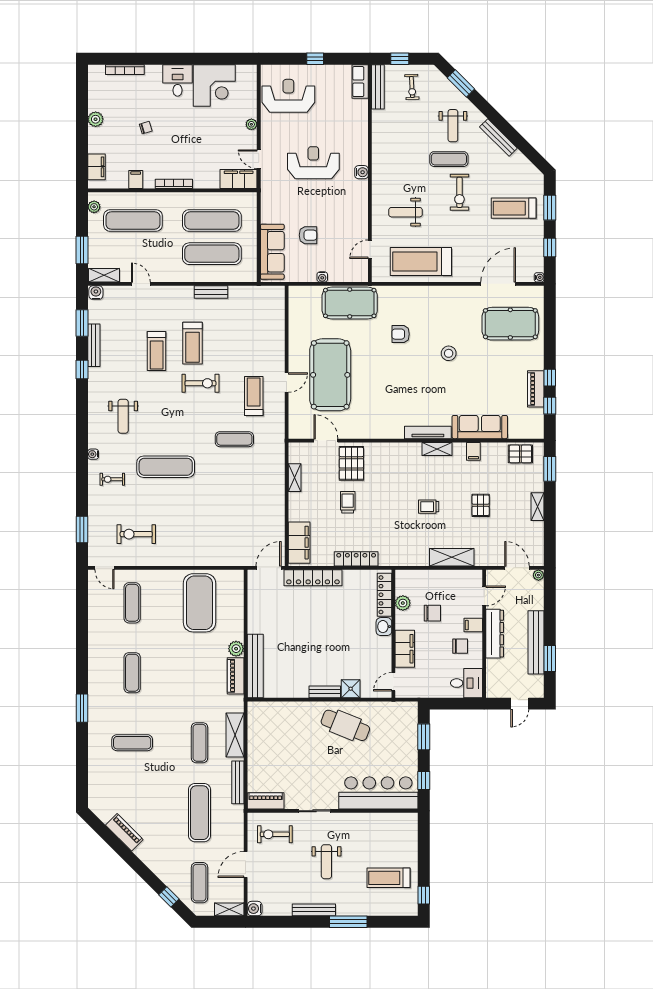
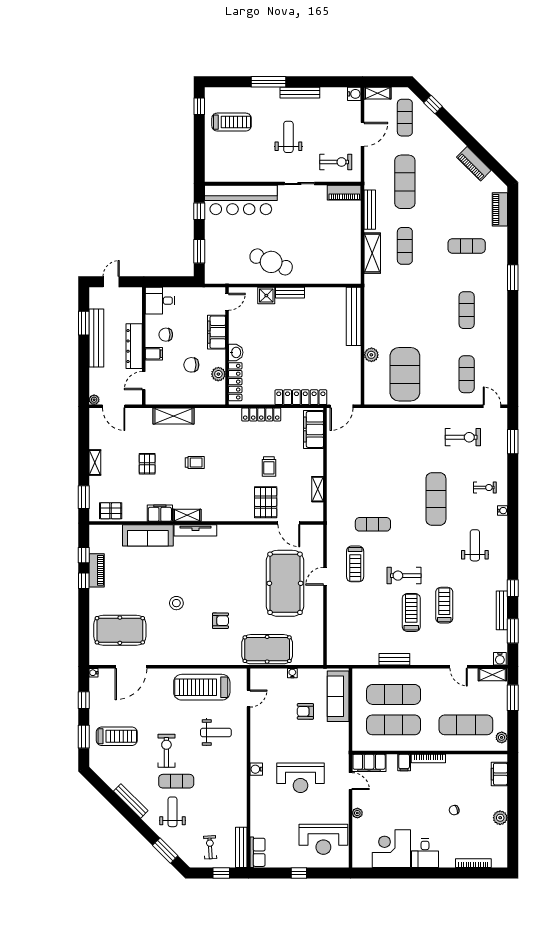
filing cabinet: (136, 179) -> (404, 763), moved
treadmill: (421, 262) -> (202, 687), turned 180
filing cabinet: (473, 451) -> (160, 513), width x2.00
exercise mat: (166, 467) -> (436, 499), turned 90
plant: (236, 649) -> (371, 355), moved
piano: (236, 676) -> (500, 209), moved, turned 180

